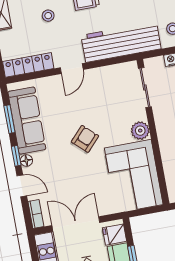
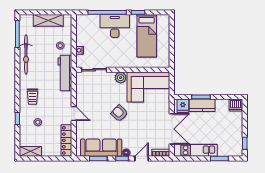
workbench: (121, 42) -> (65, 73), width x0.73, depth x0.76
double door: (76, 224) -> (172, 129), swing flipped

